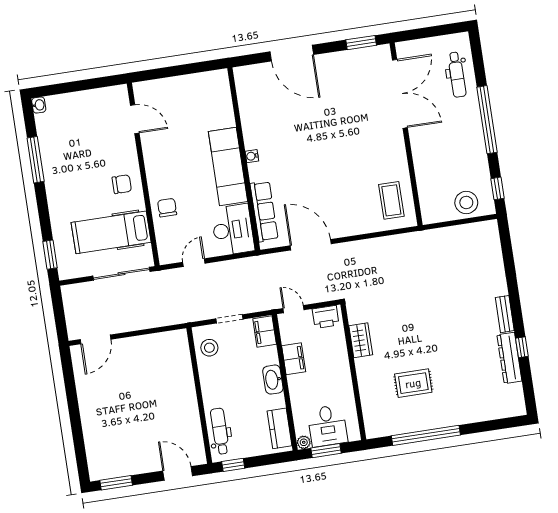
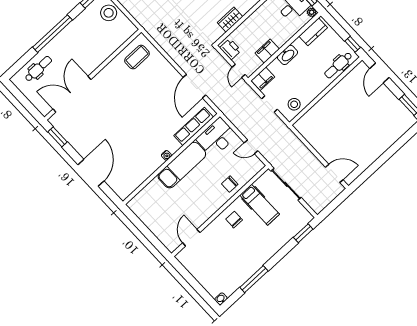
hospital bed: (111, 232) -> (260, 205), width x0.73, depth x0.78

